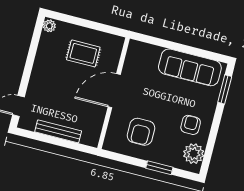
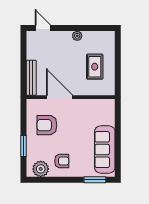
plant: (49, 26) -> (77, 36), moved
door: (114, 91) -> (60, 97), moved
bench: (58, 131) -> (31, 78), moved

